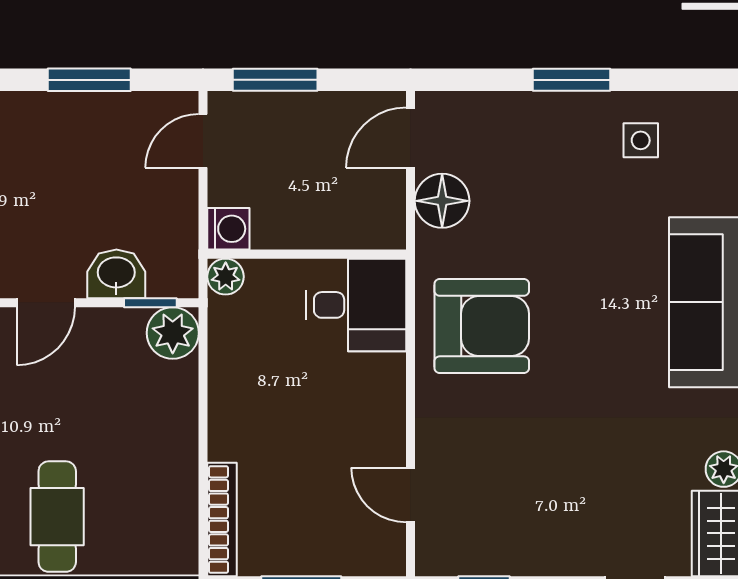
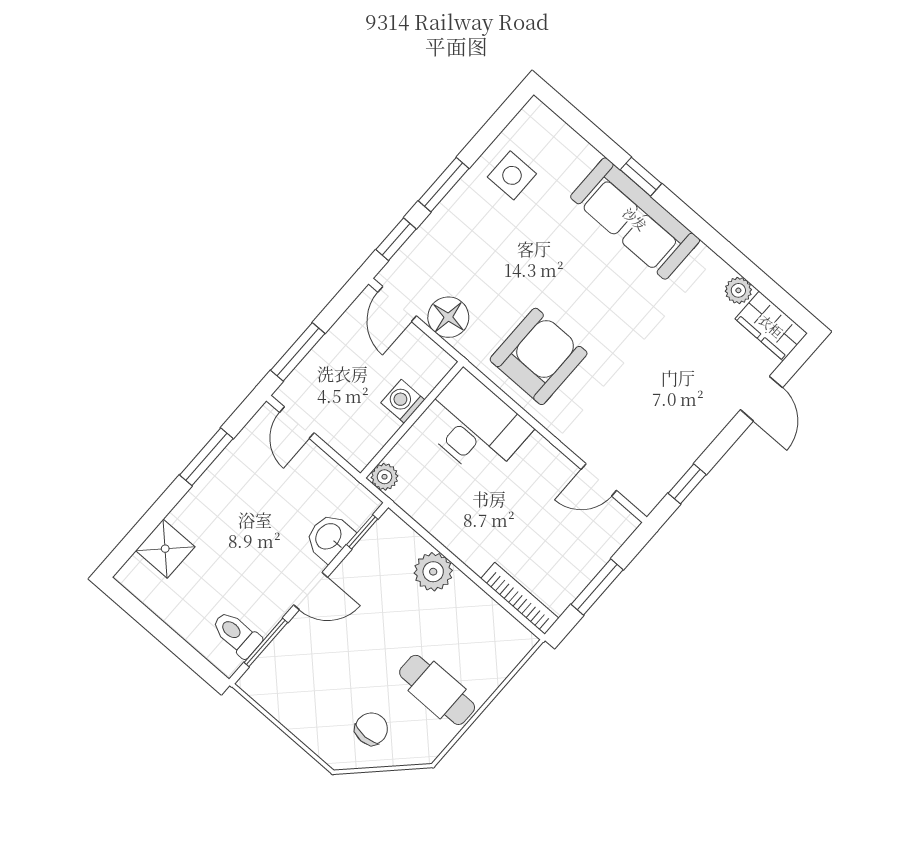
window: (475, 80) -> (396, 239), added
side table: (641, 140) -> (512, 175), width x1.37, depth x1.37
washing machine: (228, 229) -> (403, 401), moved, turned -90
door: (46, 303) -> (311, 591), hinge flipped
desk: (356, 305) -> (474, 426), width x1.37
plant: (173, 333) -> (433, 572), moved

